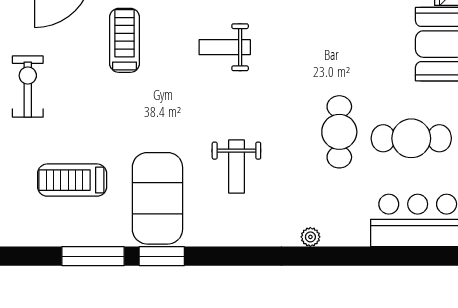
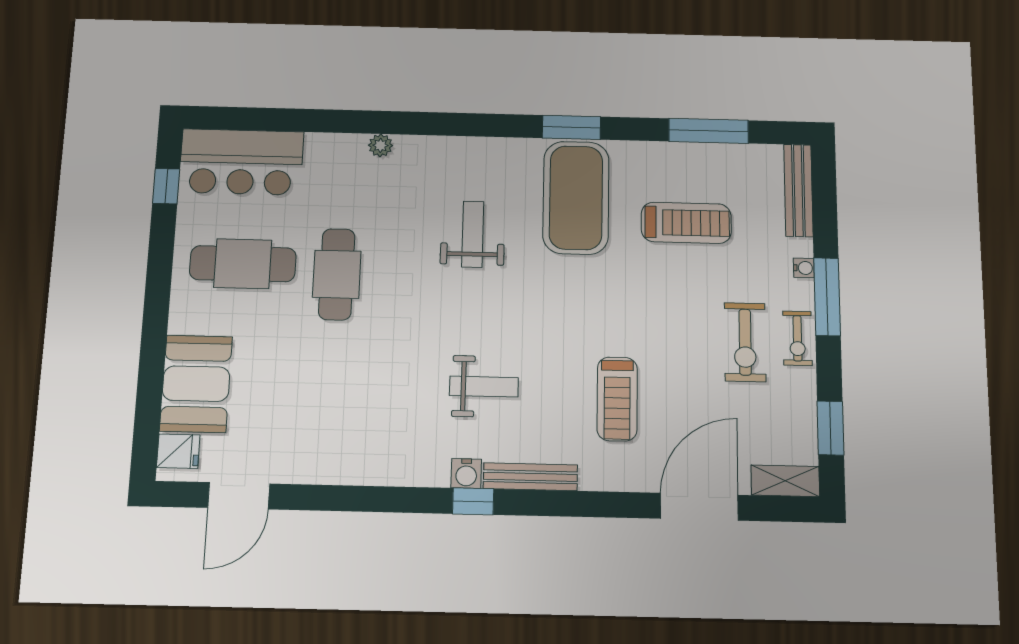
window: (93, 256) -> (709, 131), moved

